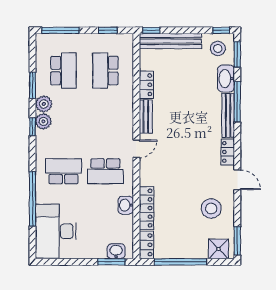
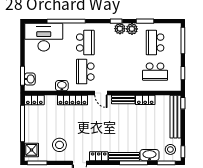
school desk: (63, 71) -> (155, 43), turned 90
school desk: (105, 71) -> (155, 72), turned 180
locker: (146, 208) -> (72, 100), moved

